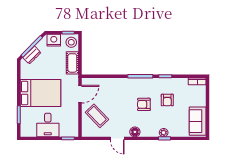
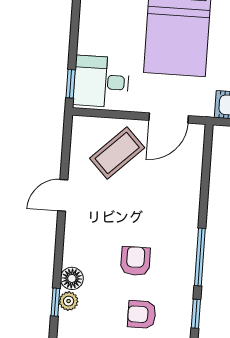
door: (80, 94) -> (169, 118), hinge flipped
desk: (48, 125) -> (101, 82), moved
floor lamp: (135, 132) -> (72, 278), moved

